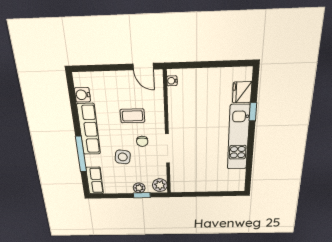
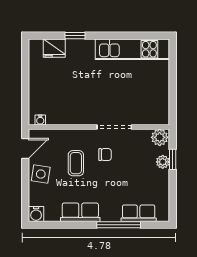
water cooler: (82, 95) -> (36, 214), moved
row of seats: (89, 129) -> (80, 212), width x0.68
kitchen unit: (238, 138) -> (132, 49), moved
side table: (123, 157) -> (41, 174), moved
row of seats: (95, 181) -> (139, 213), moved

